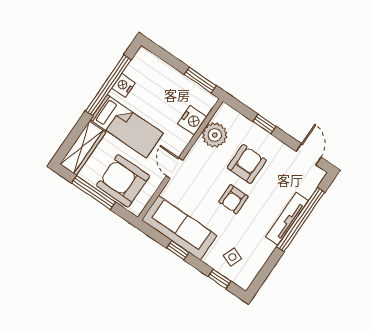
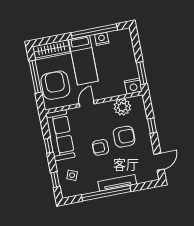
nightstand: (192, 120) -> (133, 86), moved
window: (301, 220) -> (106, 193), moved

